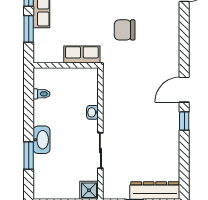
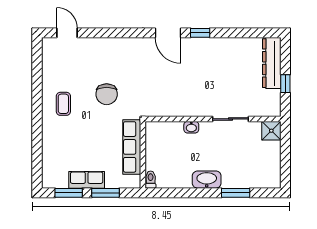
row of seats: (82, 54) -> (132, 147), width x1.48
toilet: (41, 94) -> (151, 180), moved
washbasin: (42, 140) -> (207, 180), moved

